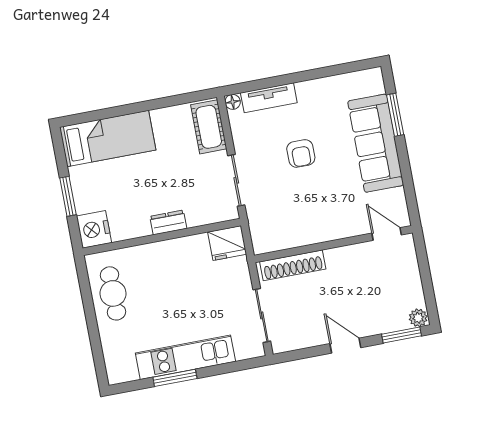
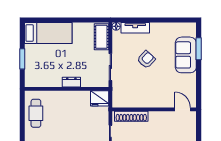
sofa: (376, 143) -> (186, 55), width x0.73
armchair: (301, 153) -> (146, 59), turned -137
nightstand: (94, 229) -> (32, 78), removed

